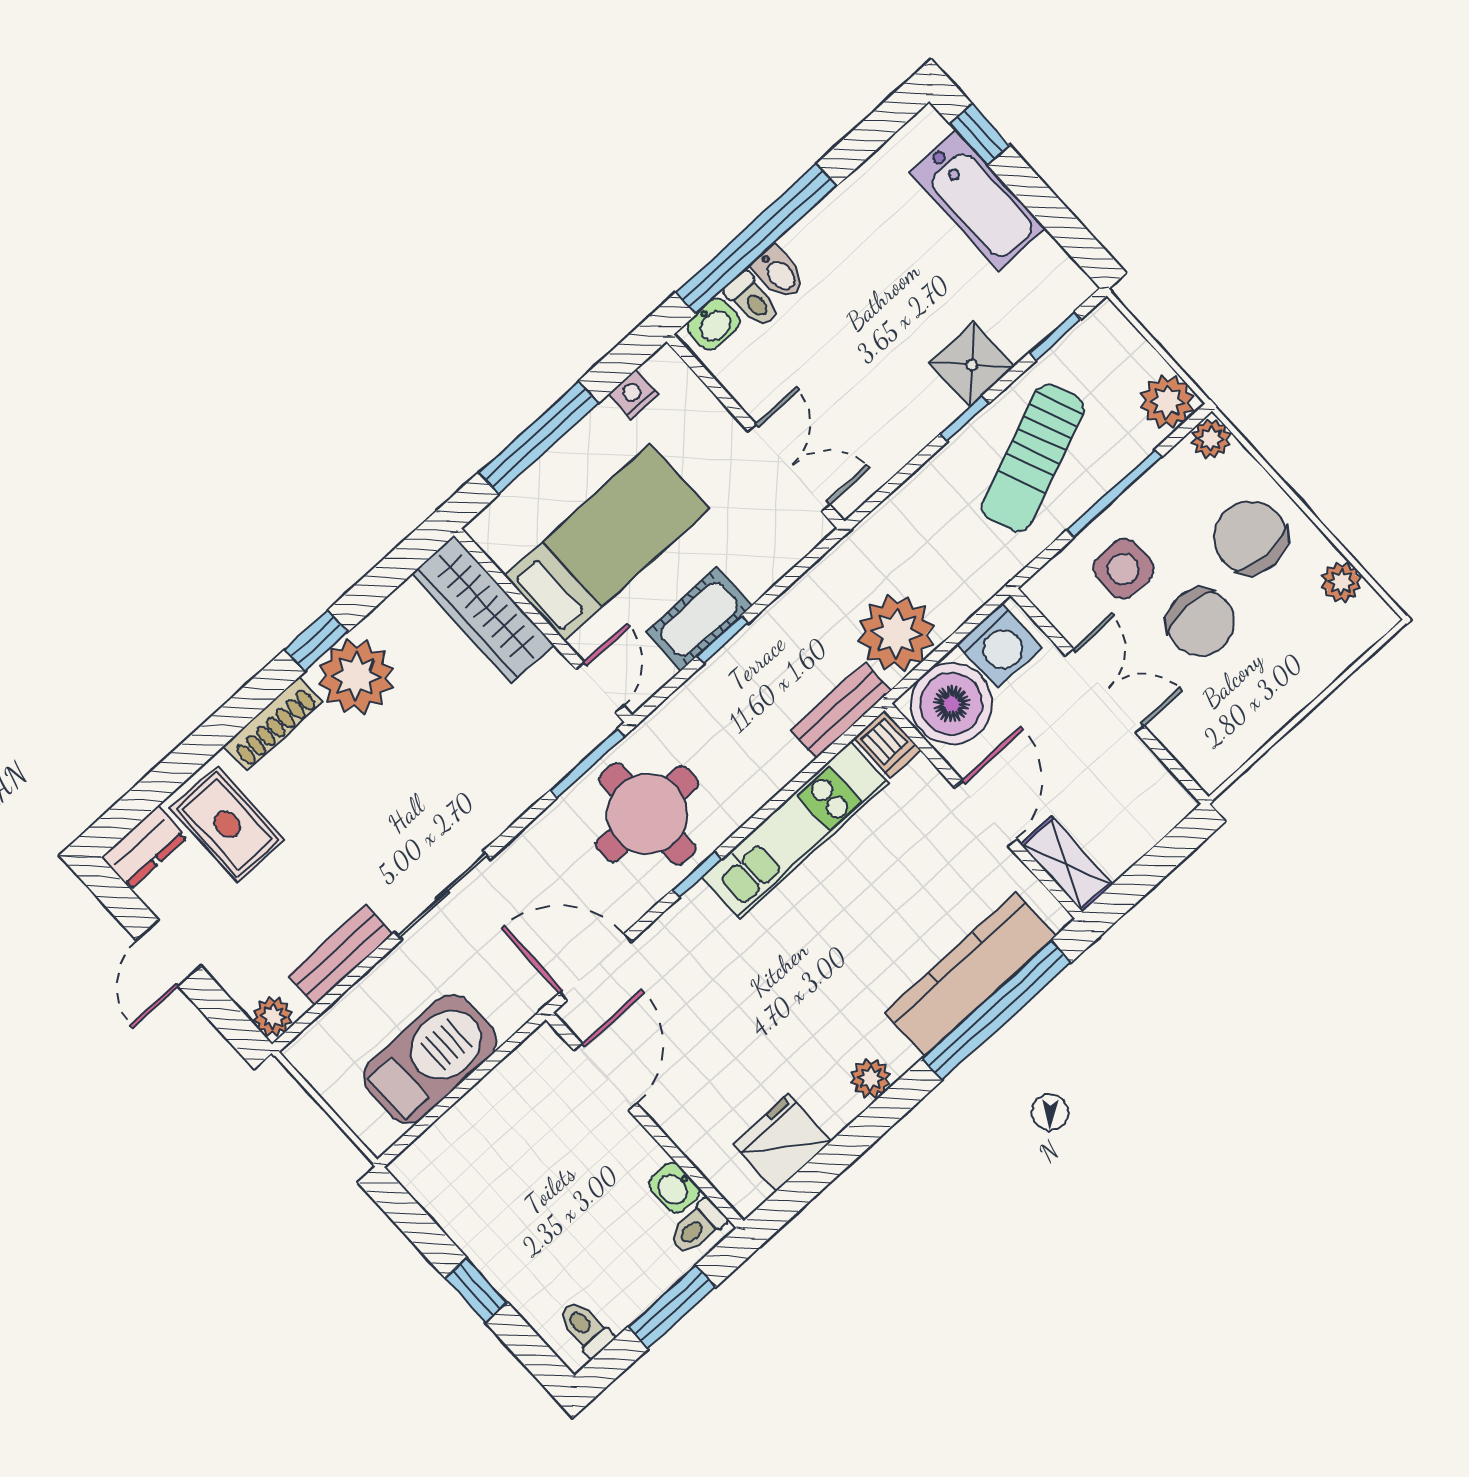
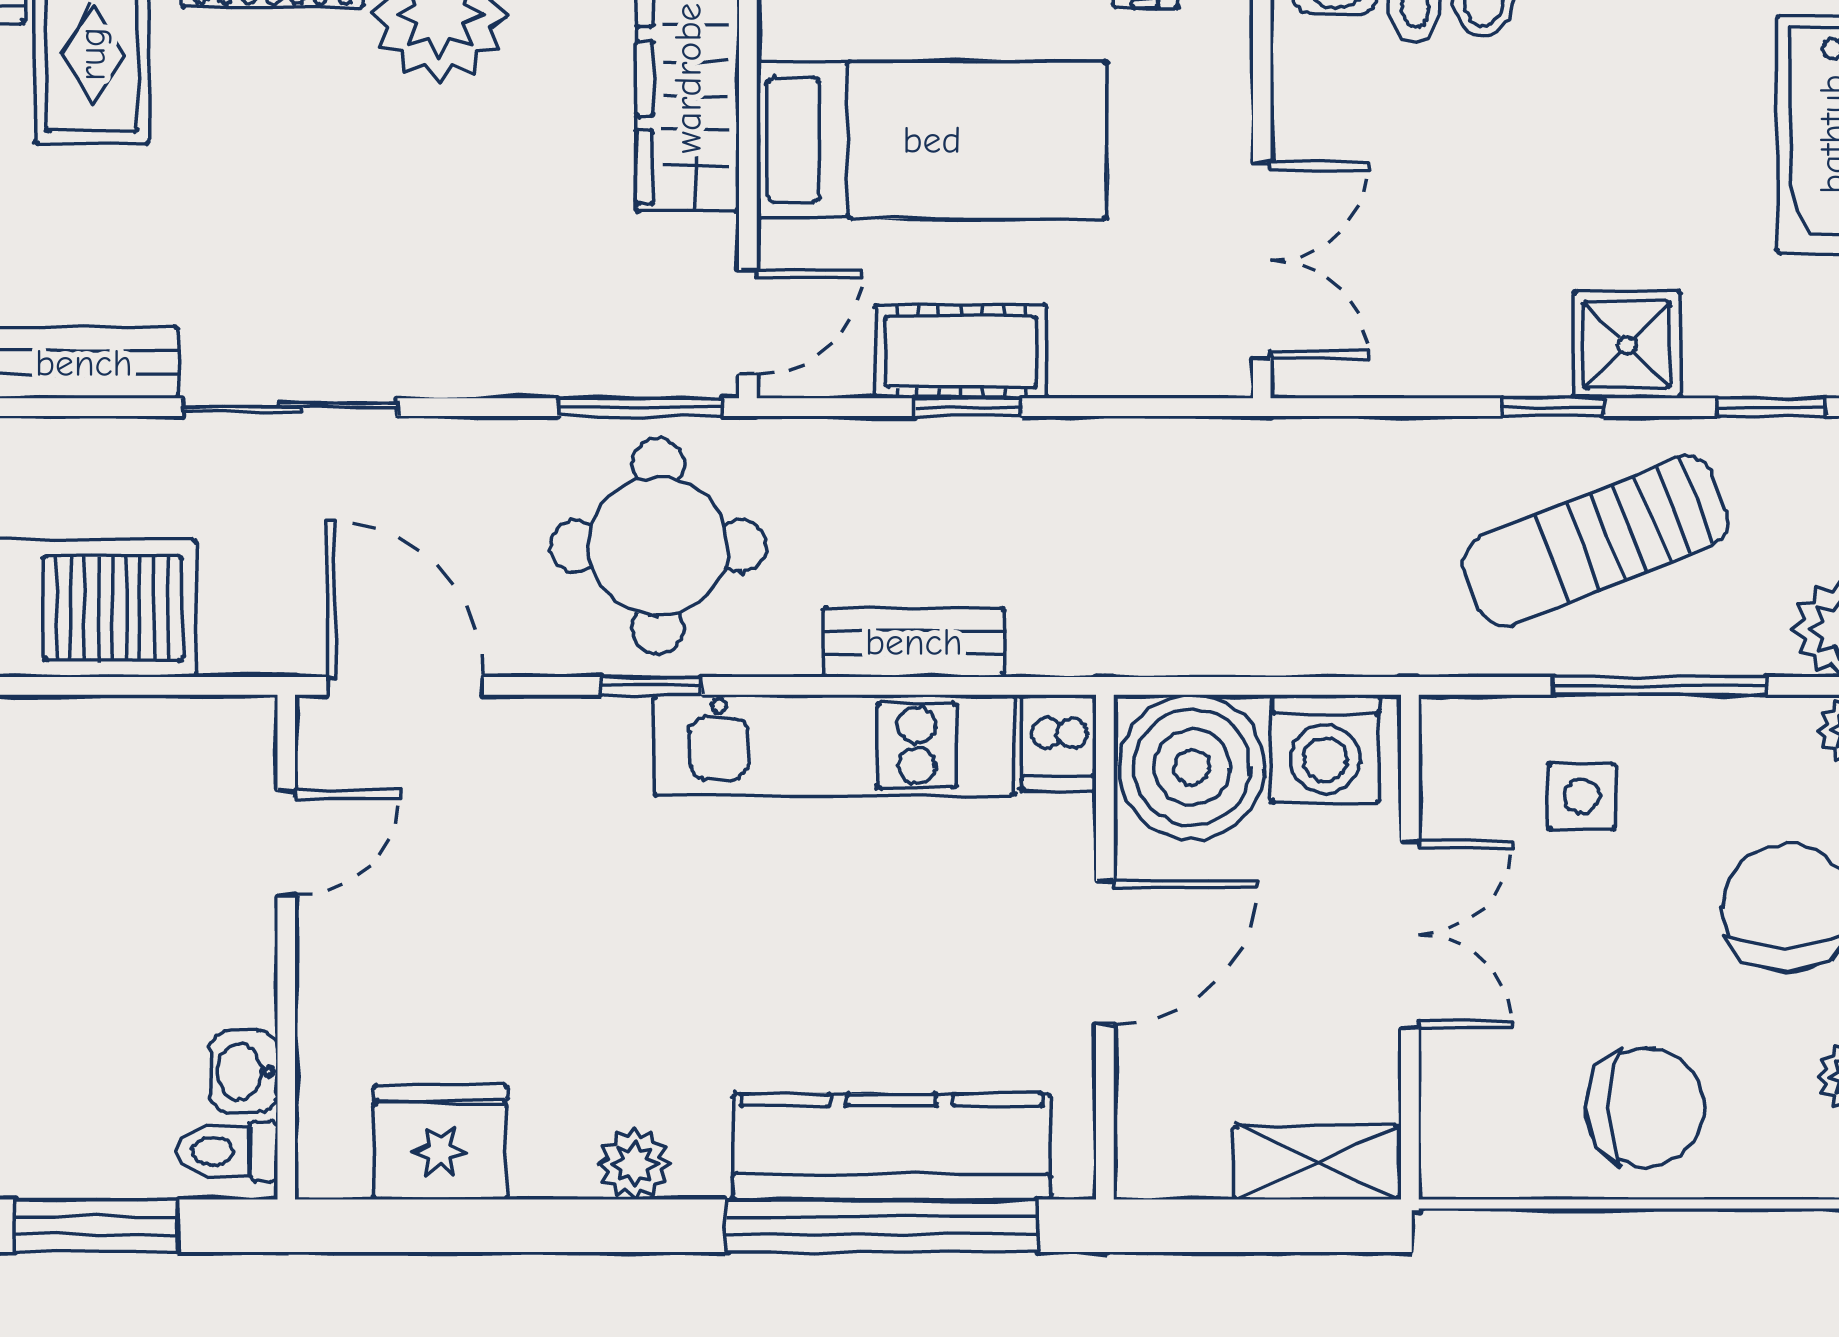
side table: (1123, 569) -> (1582, 796), width x0.73, depth x0.73
chair: (1200, 622) -> (1645, 1107), moved, turned -90
plant: (896, 633) -> (1205, 608), removed
bench: (841, 711) -> (914, 642), moved
shelving: (1067, 864) -> (1316, 1163), moved, turned 90
door: (605, 1077) -> (286, 843), width x0.73

